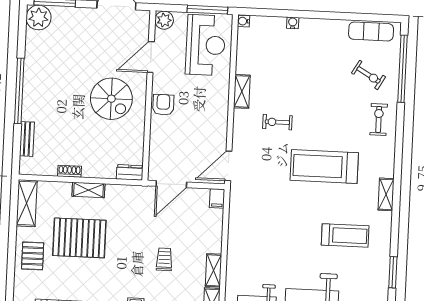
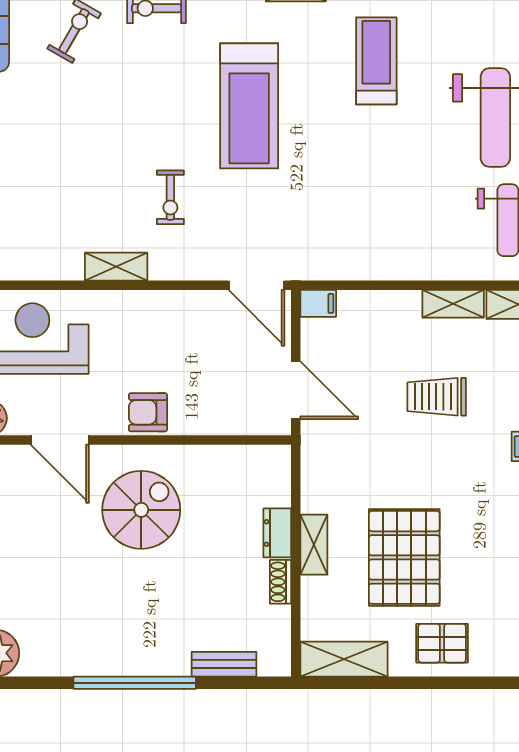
dresser: (130, 172) -> (277, 533), moved
trolley: (164, 259) -> (437, 397), width x1.36, depth x1.39

